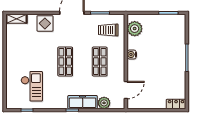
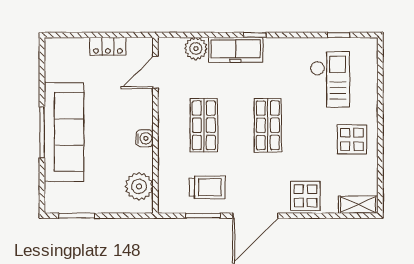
trolley: (108, 30) -> (207, 187), moved
display table: (20, 54) -> (352, 139), added
sofa: (175, 58) -> (64, 132), added
checkout: (32, 86) -> (330, 79), turned 180
locker: (176, 104) -> (108, 46), moved

